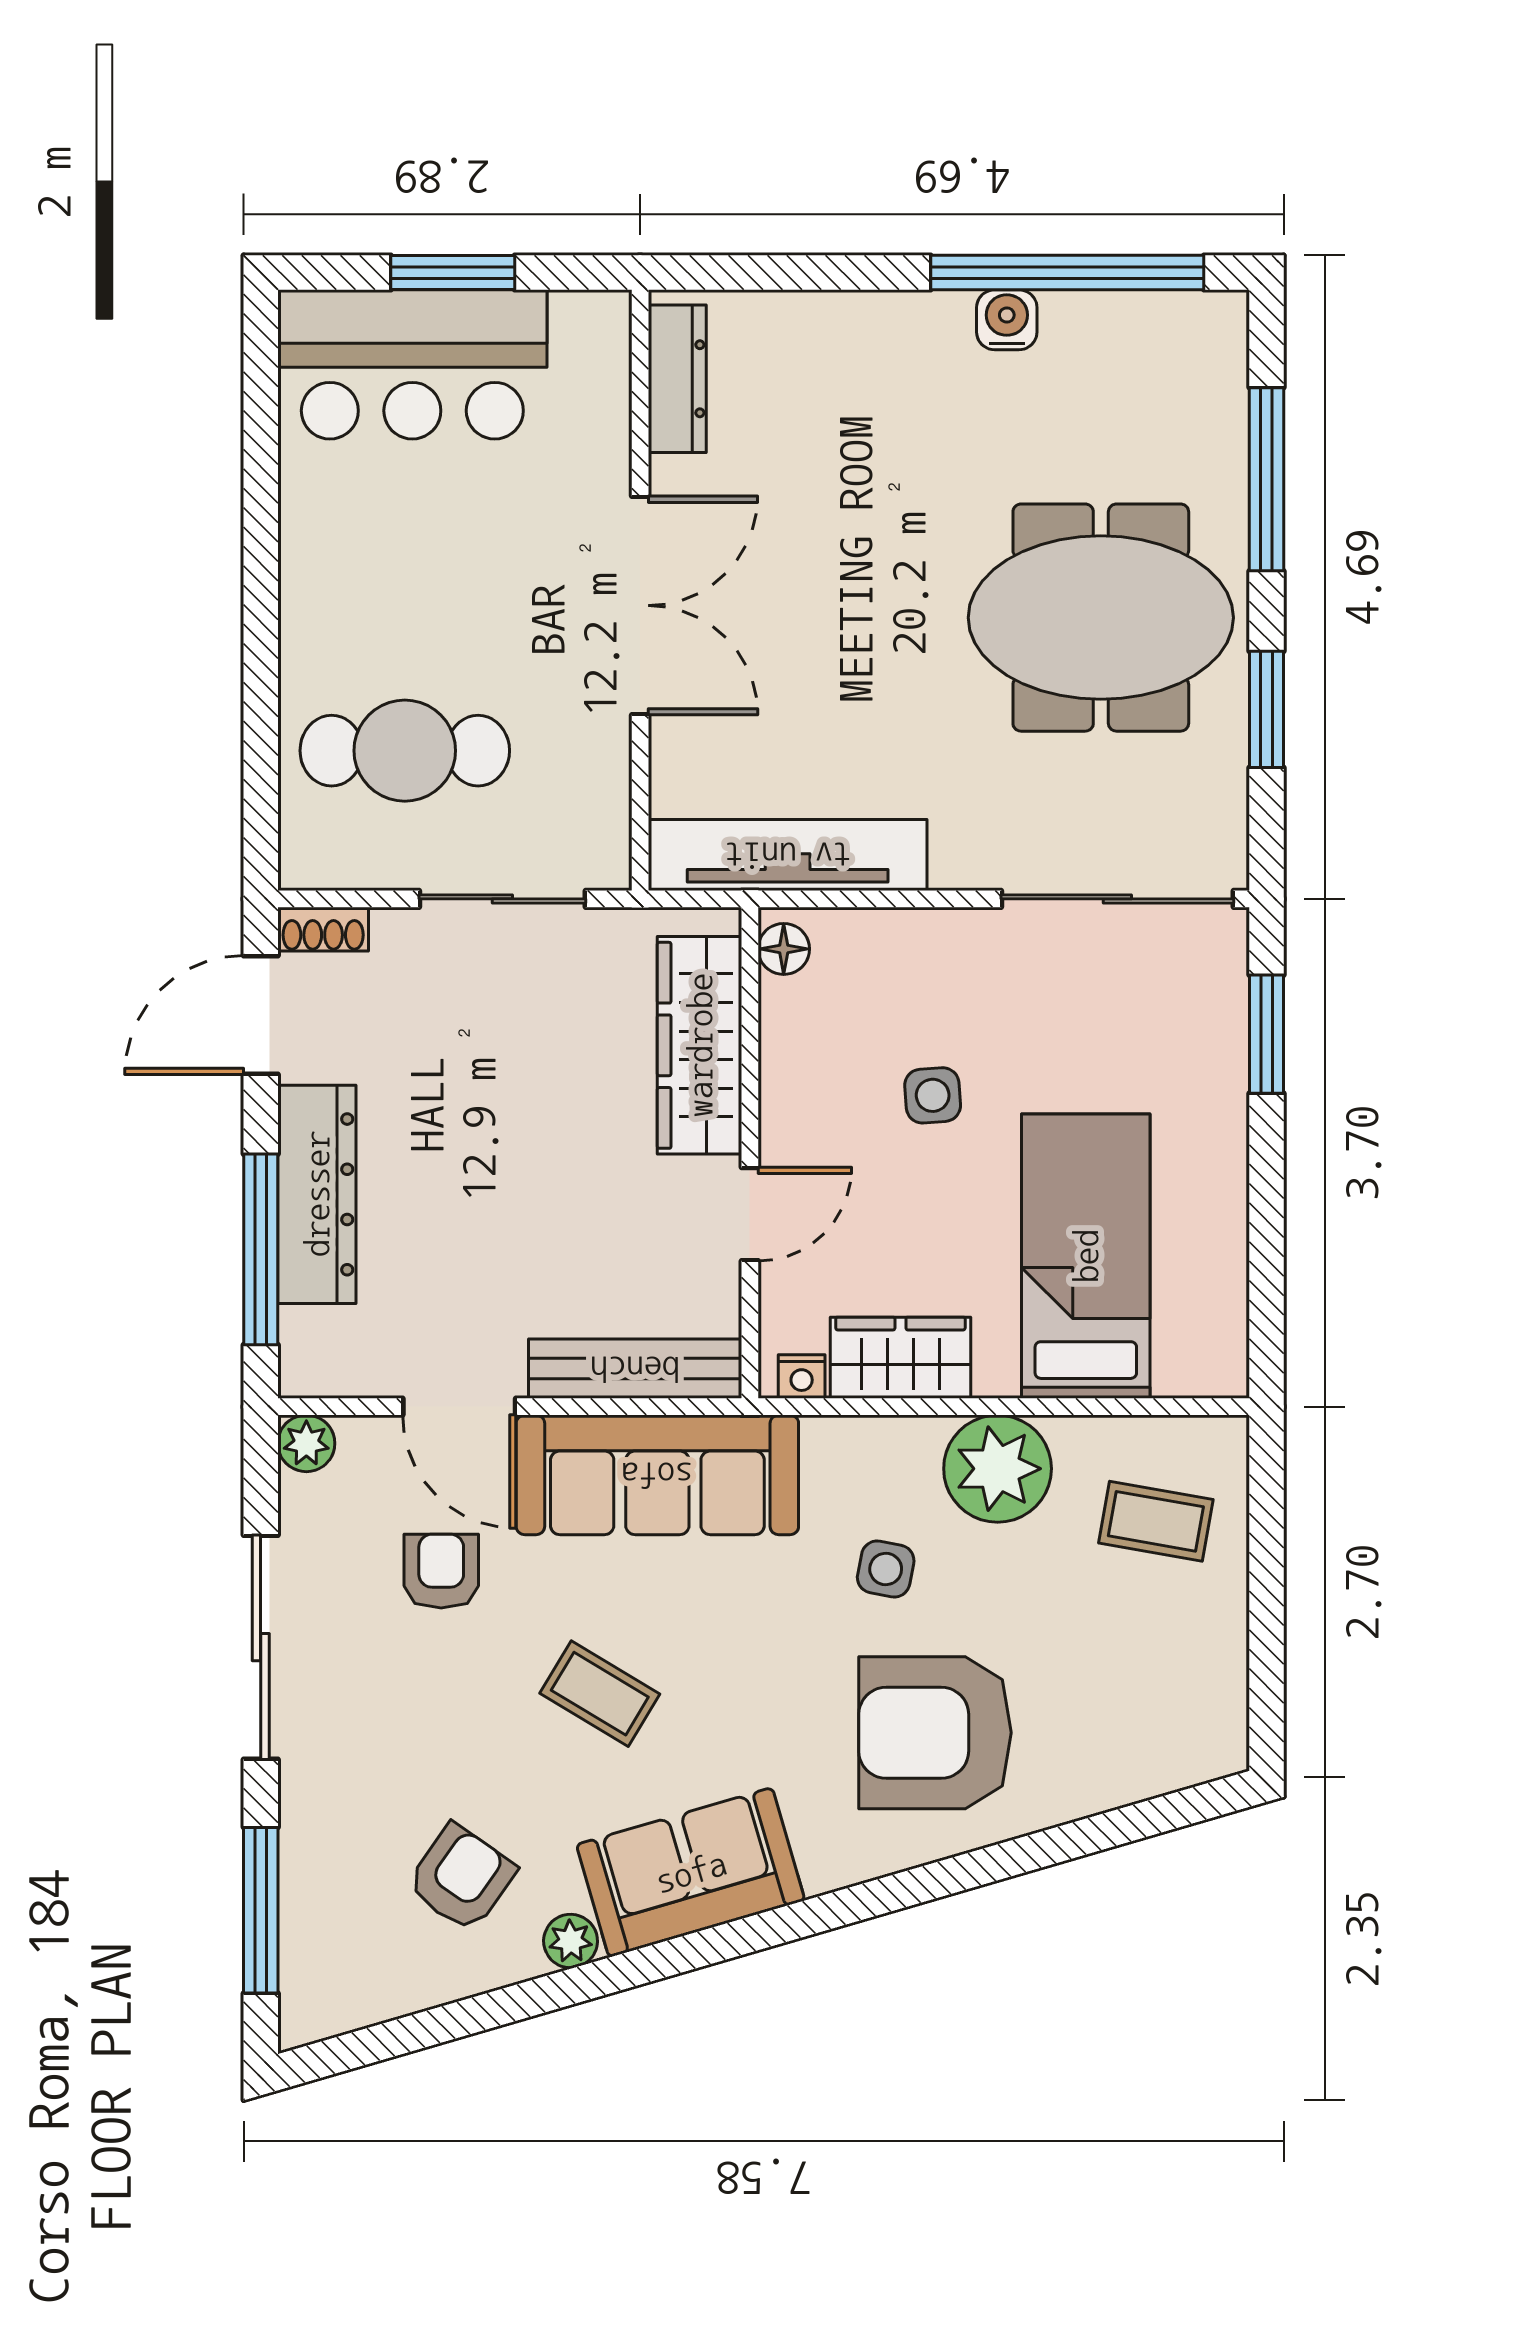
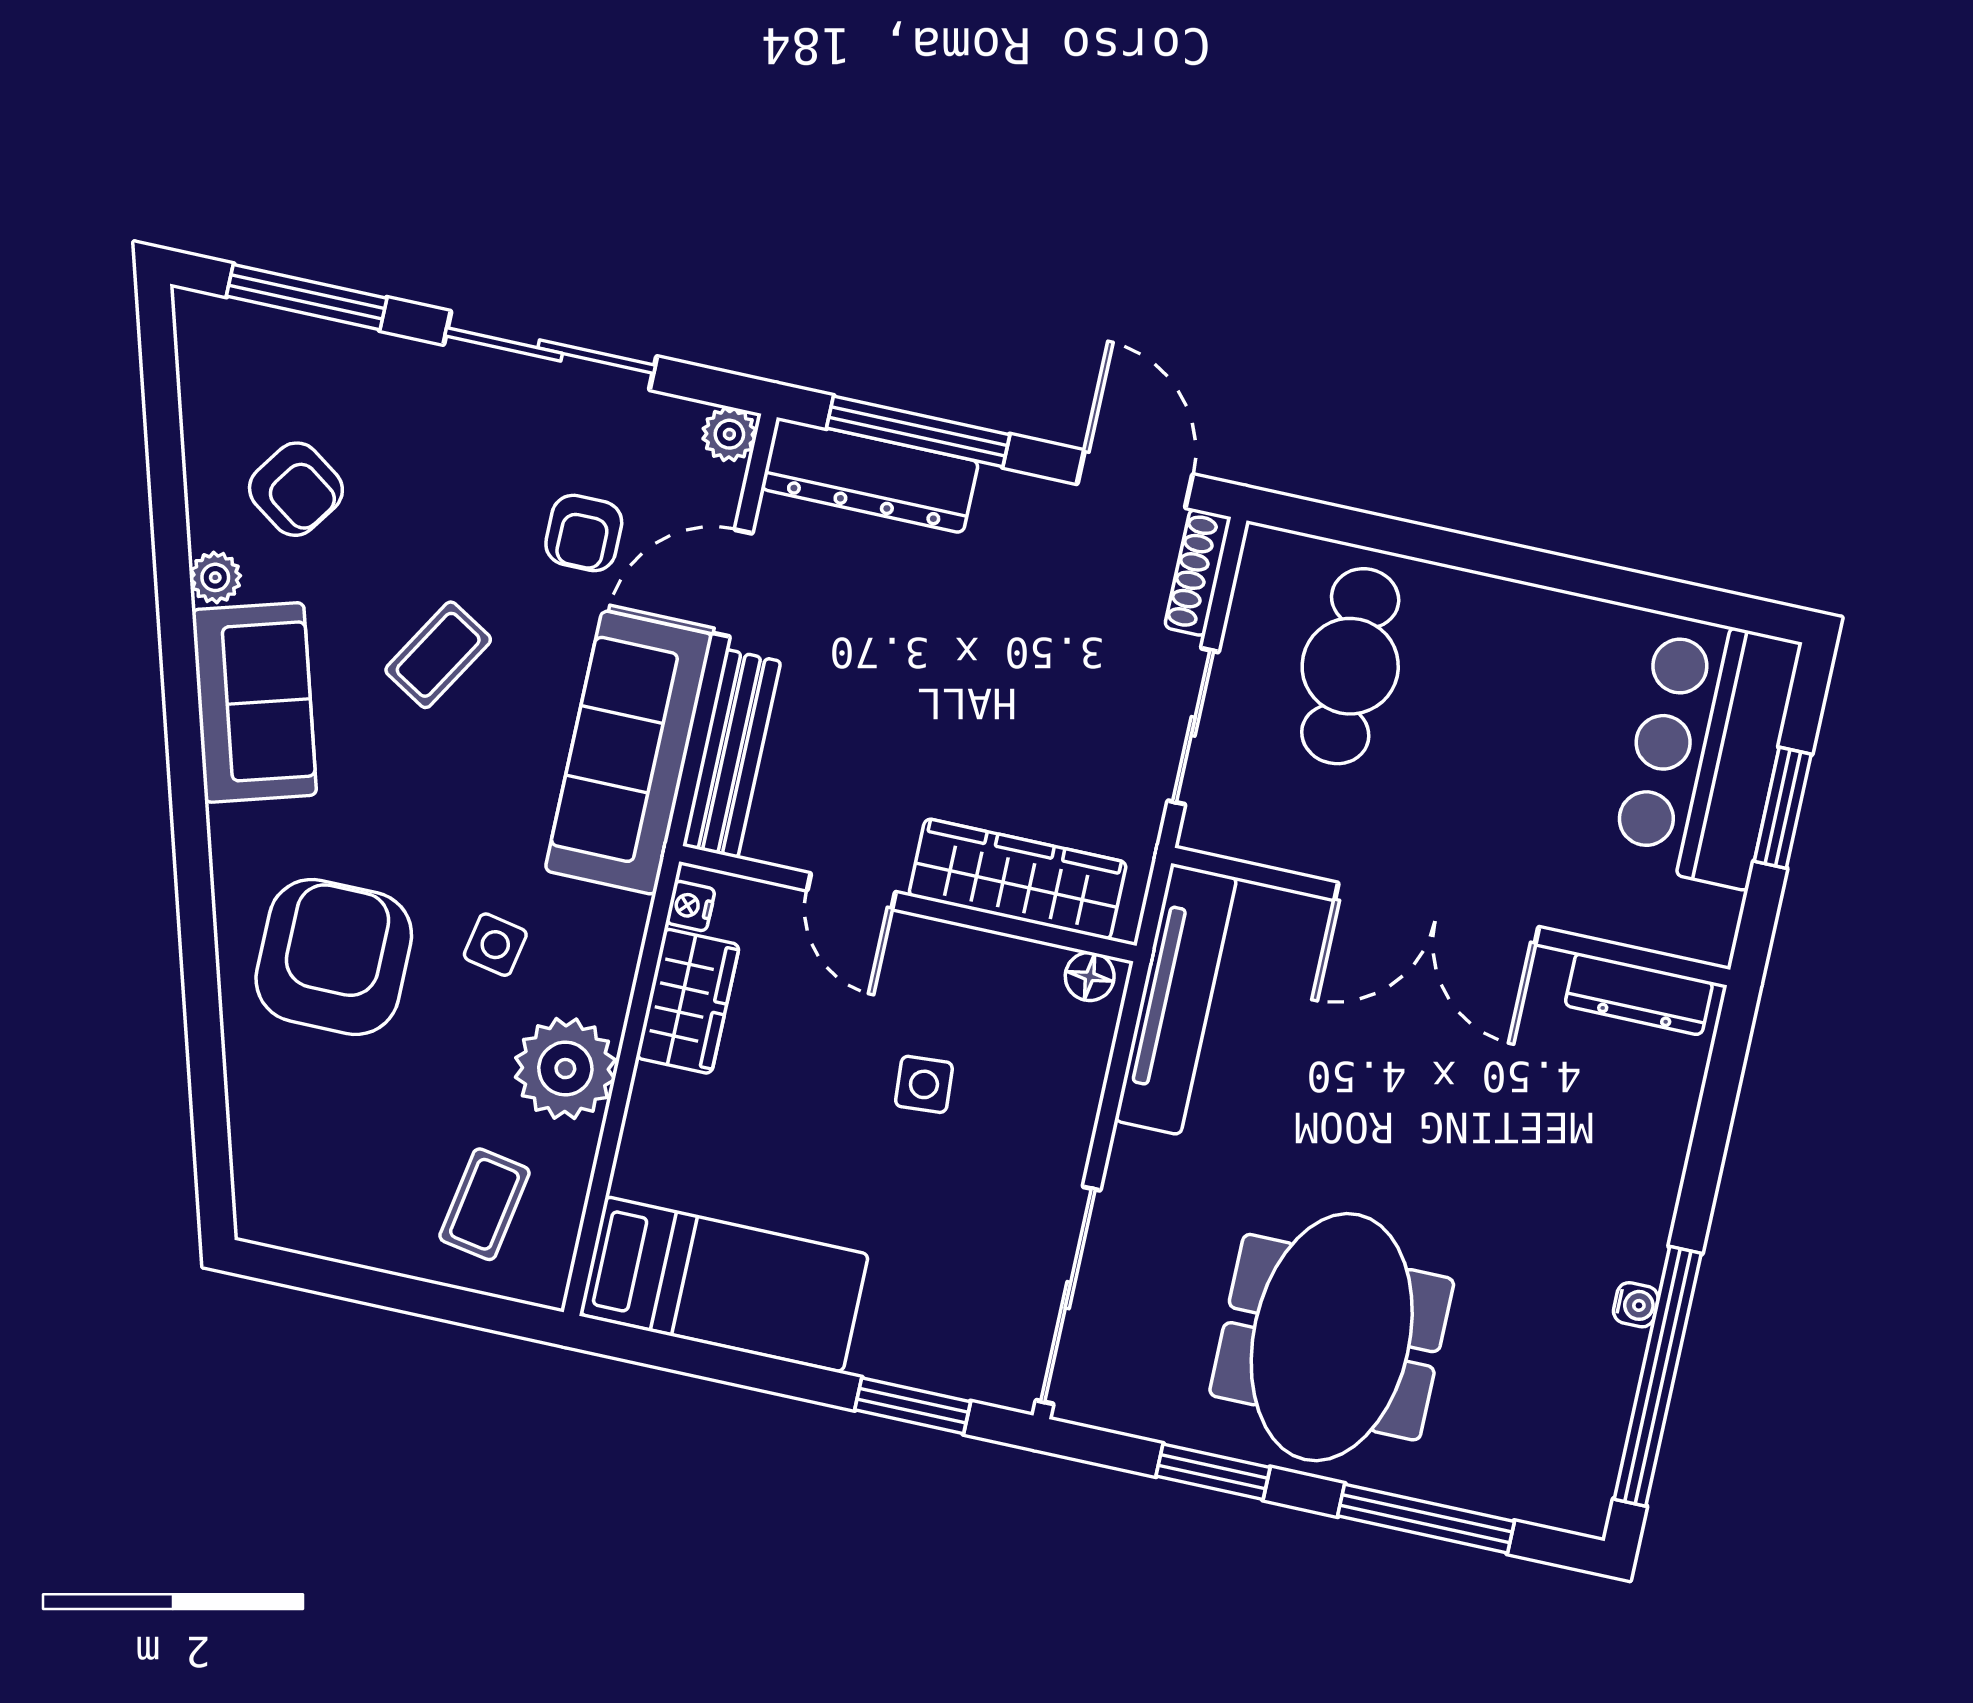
water cooler: (1007, 320) -> (1636, 1305), width x0.72, depth x0.72
shoe rack: (323, 929) -> (1198, 572), width x1.43
dresser: (317, 1194) -> (870, 475), moved
bed: (1086, 1256) -> (724, 1284), moved
armchair: (441, 1571) -> (584, 533), turned 90

